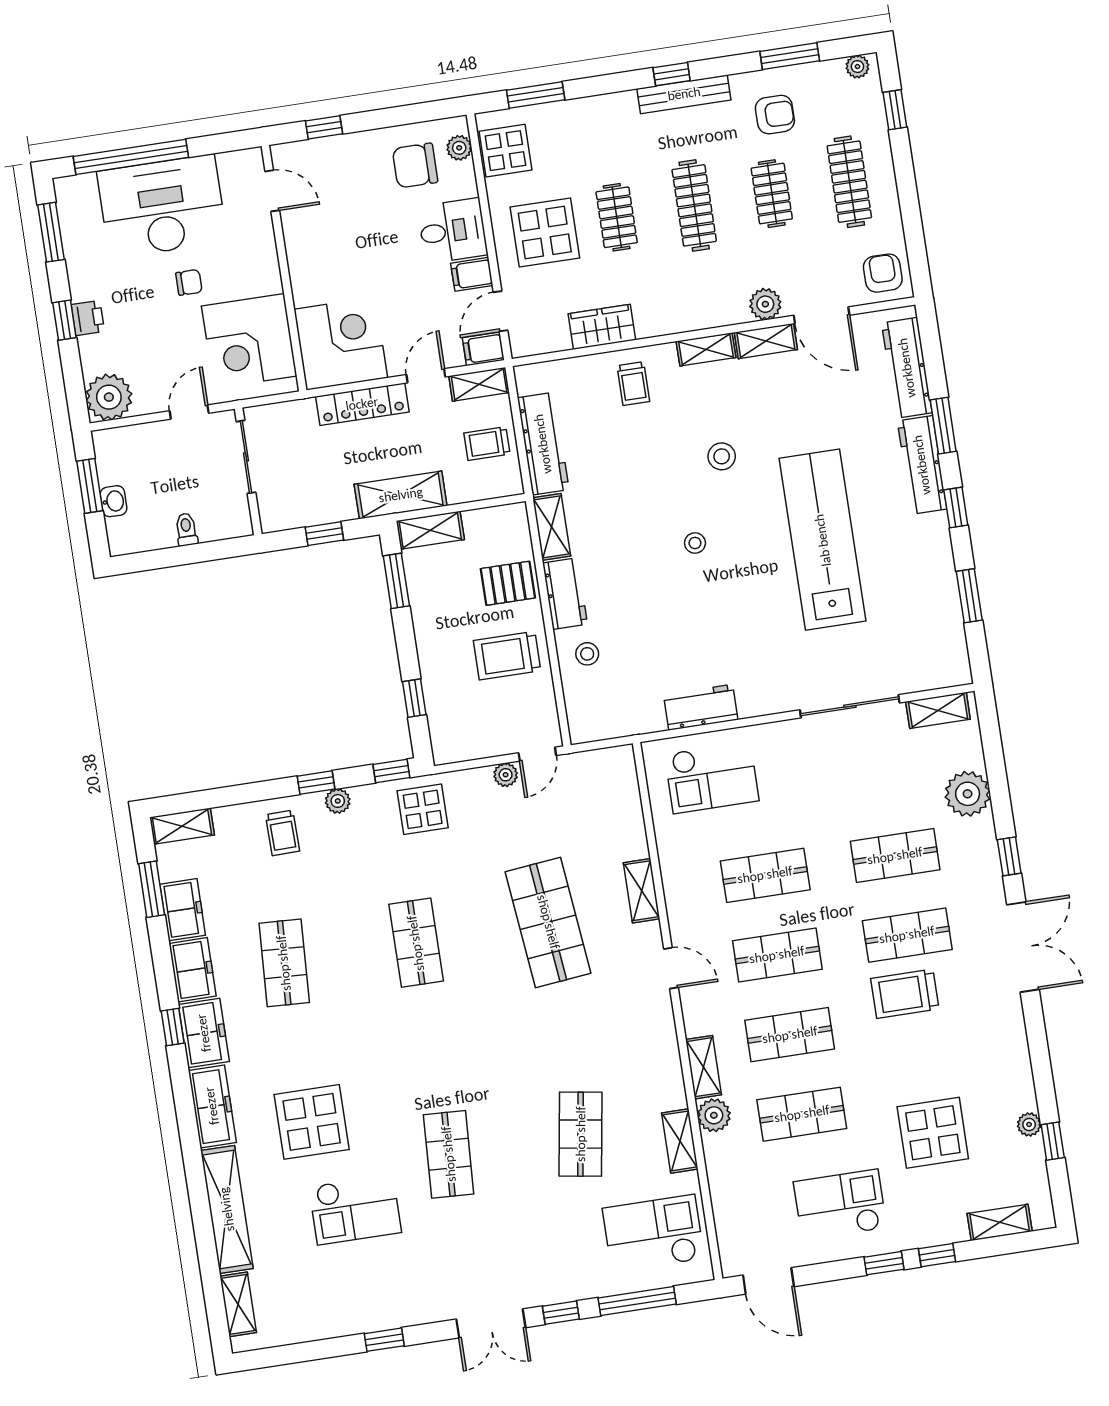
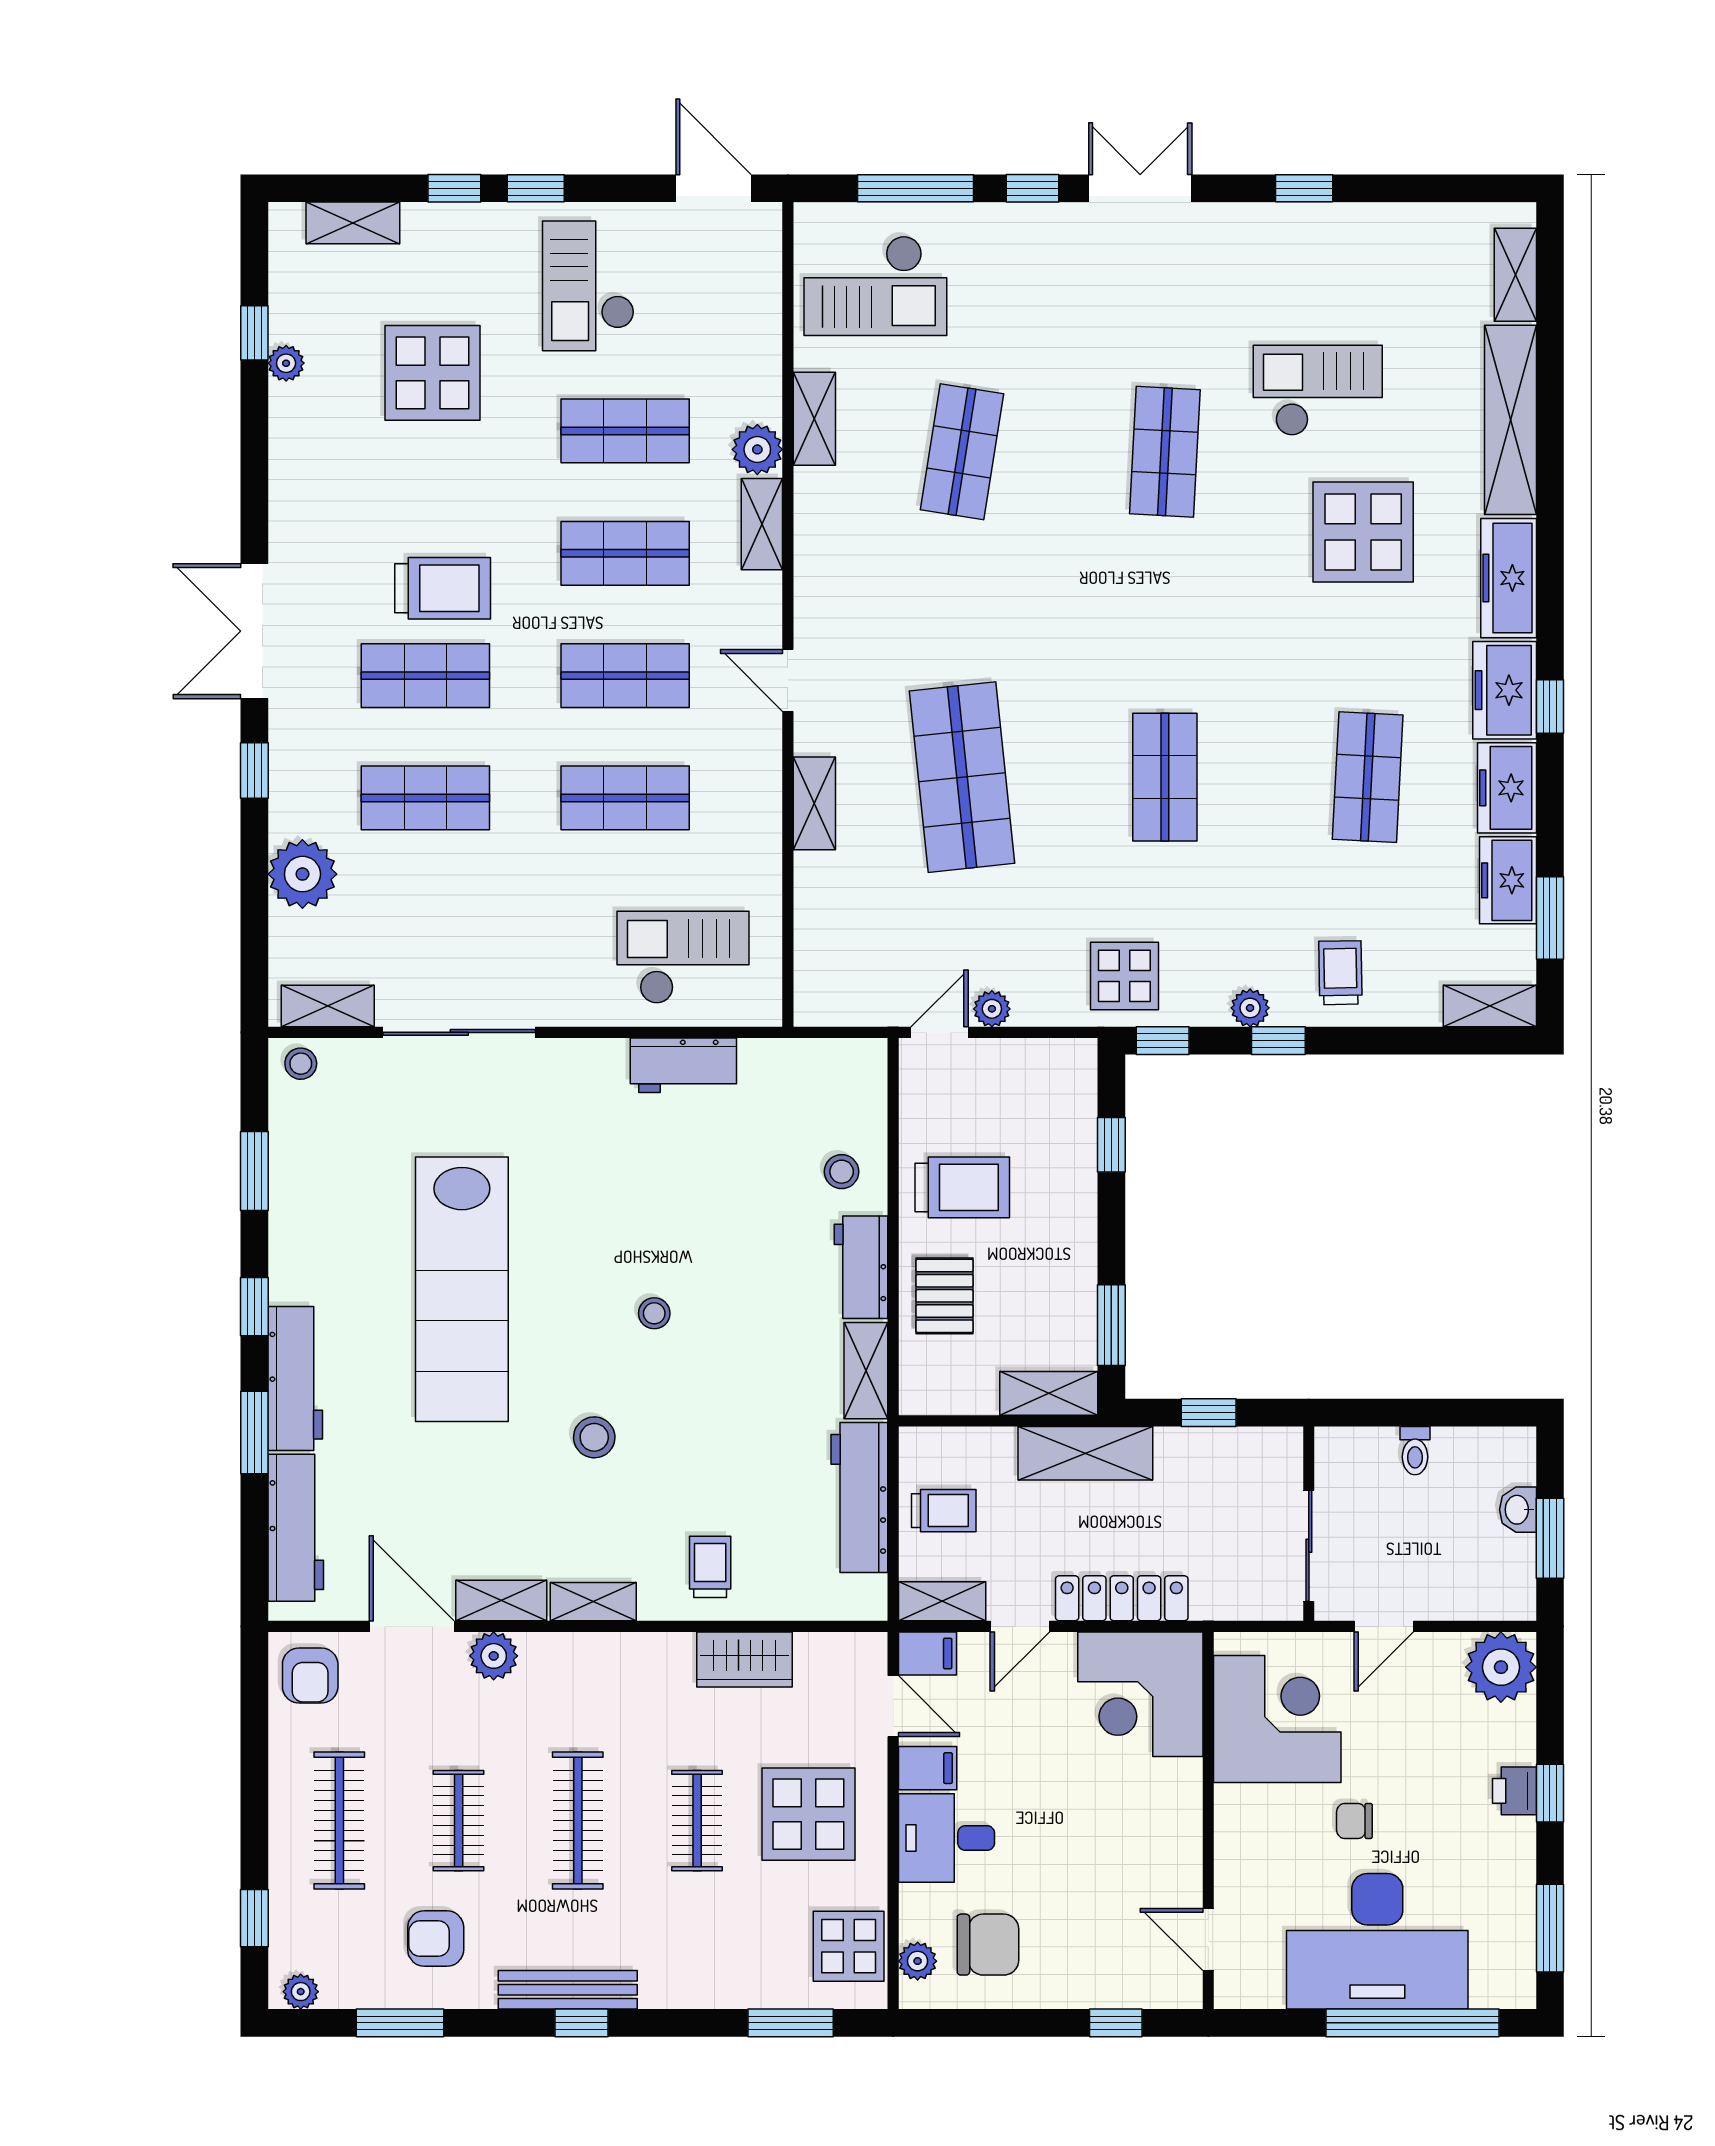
door: (500, 311) -> (893, 1706), hinge flipped
pallet: (508, 583) -> (944, 1296), turned 90
stool: (950, 670) -> (301, 1064), added
checkout: (840, 1205) -> (588, 286), turned 90

